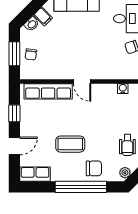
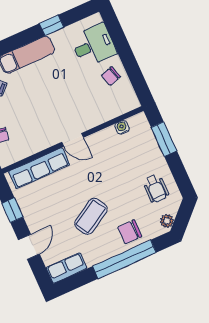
coffee table: (70, 144) -> (91, 216), turned -31
chair: (94, 168) -> (130, 232), turned 180

